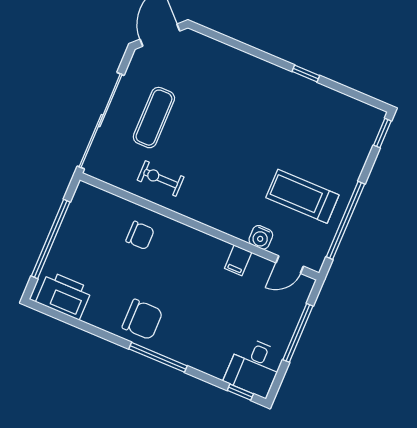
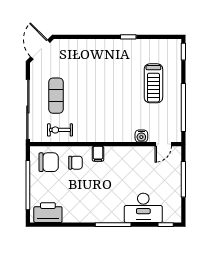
exercise bike: (161, 179) -> (60, 130), moved
treadmill: (302, 196) -> (153, 83), moved, turned -90
filing cabinet: (238, 260) -> (98, 154), moved
chair: (142, 319) -> (49, 162), moved
desk: (254, 367) -> (143, 208), moved, width x1.37

